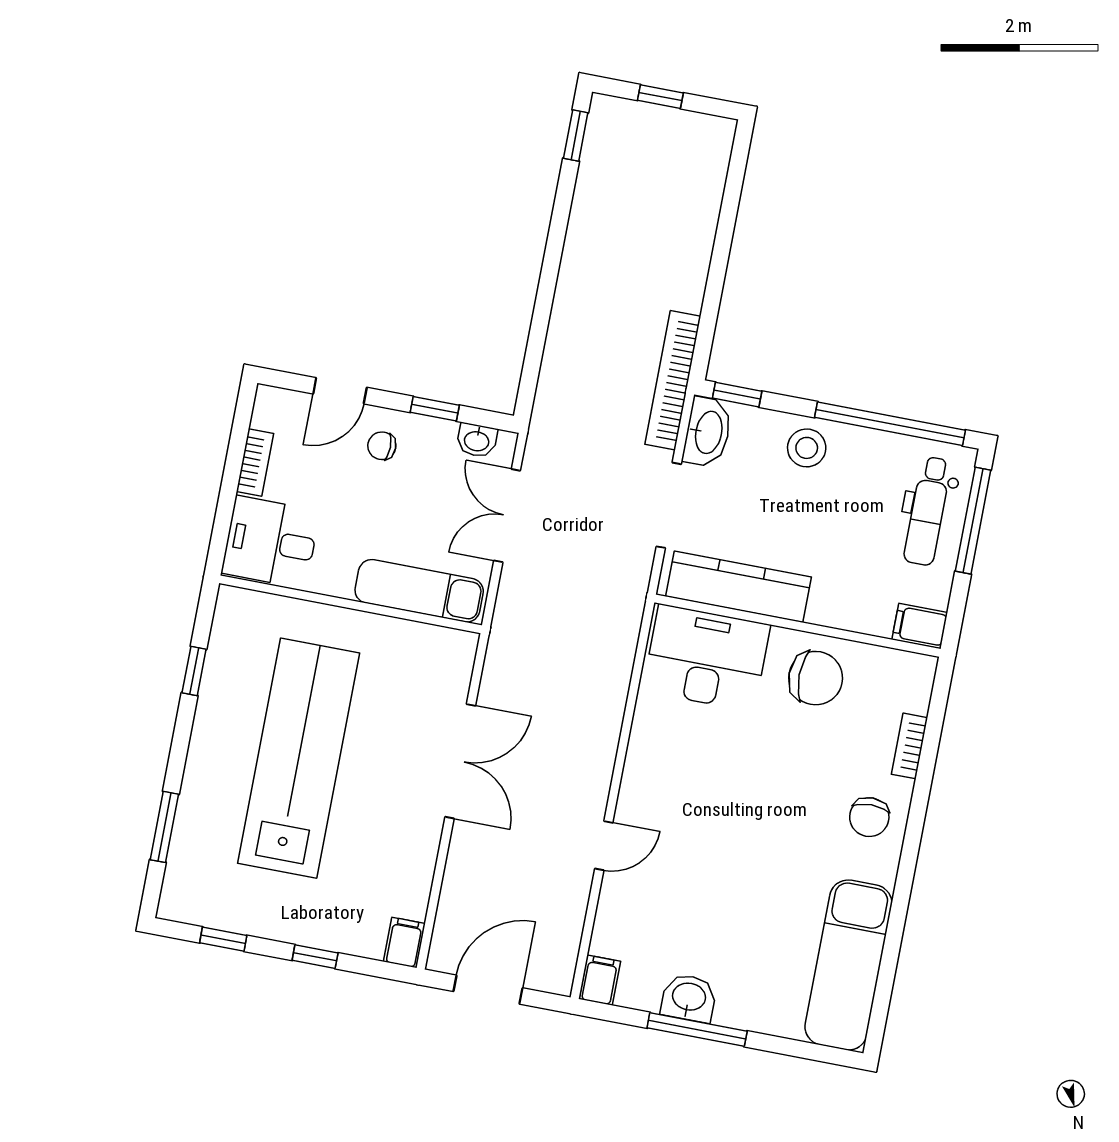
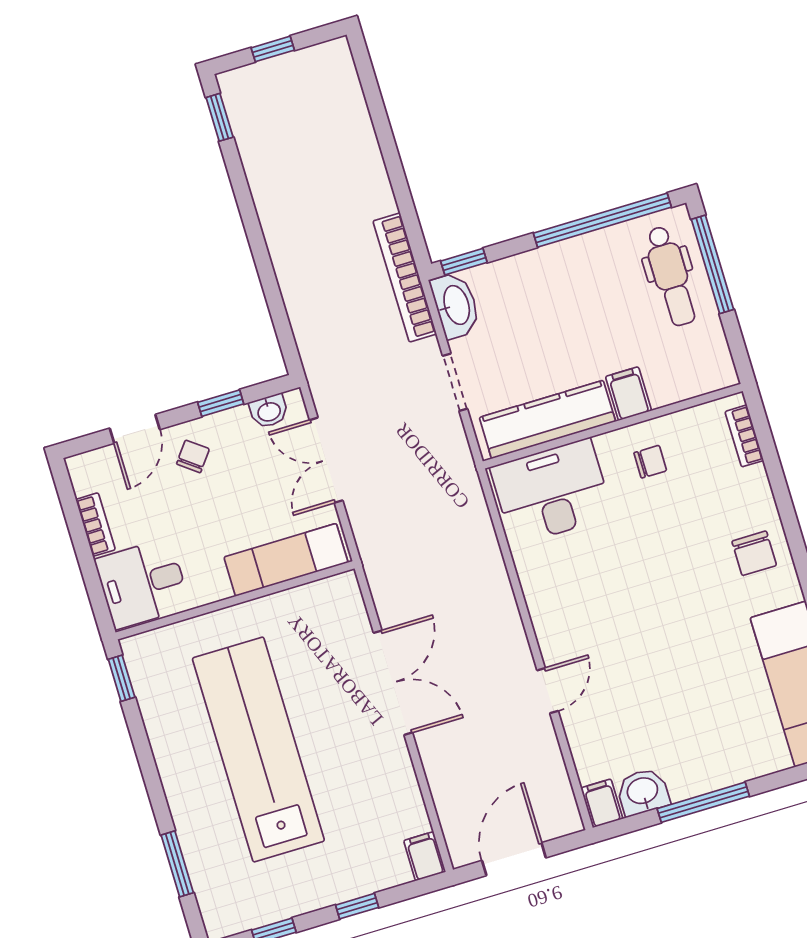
chair: (382, 446) -> (193, 456), turned 127
stool: (807, 448) -> (544, 276), removed
doorway: (669, 505) -> (455, 382), width x0.73
filing cabinet: (920, 626) -> (628, 394), moved, turned 90
window: (194, 671) -> (122, 678), moved
chair: (816, 678) -> (650, 462), width x0.54, depth x0.54
bookcase: (909, 746) -> (744, 436), moved
washbasin: (689, 998) -> (643, 792), moved

